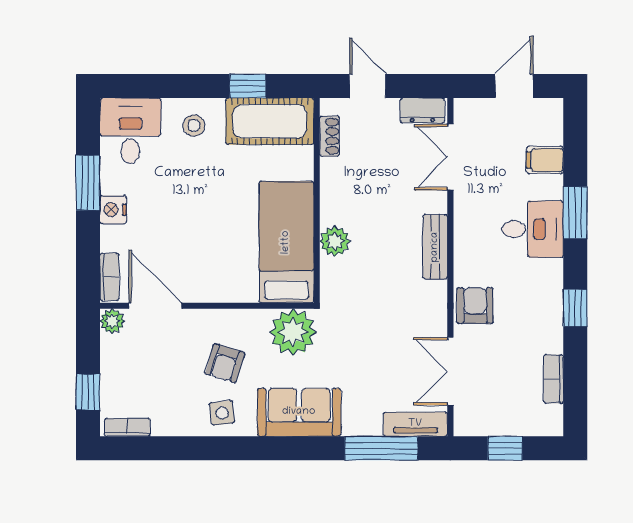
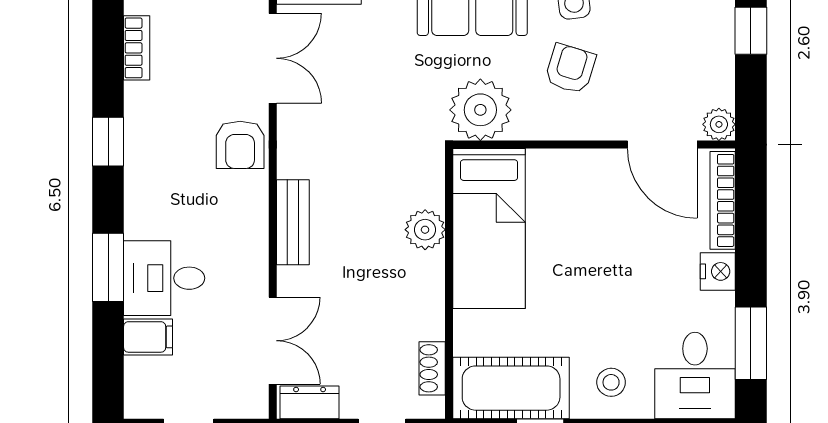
window: (88, 183) -> (751, 343), moved
desk: (533, 229) -> (164, 278), moved
bookcase: (109, 277) -> (723, 200), width x1.56

